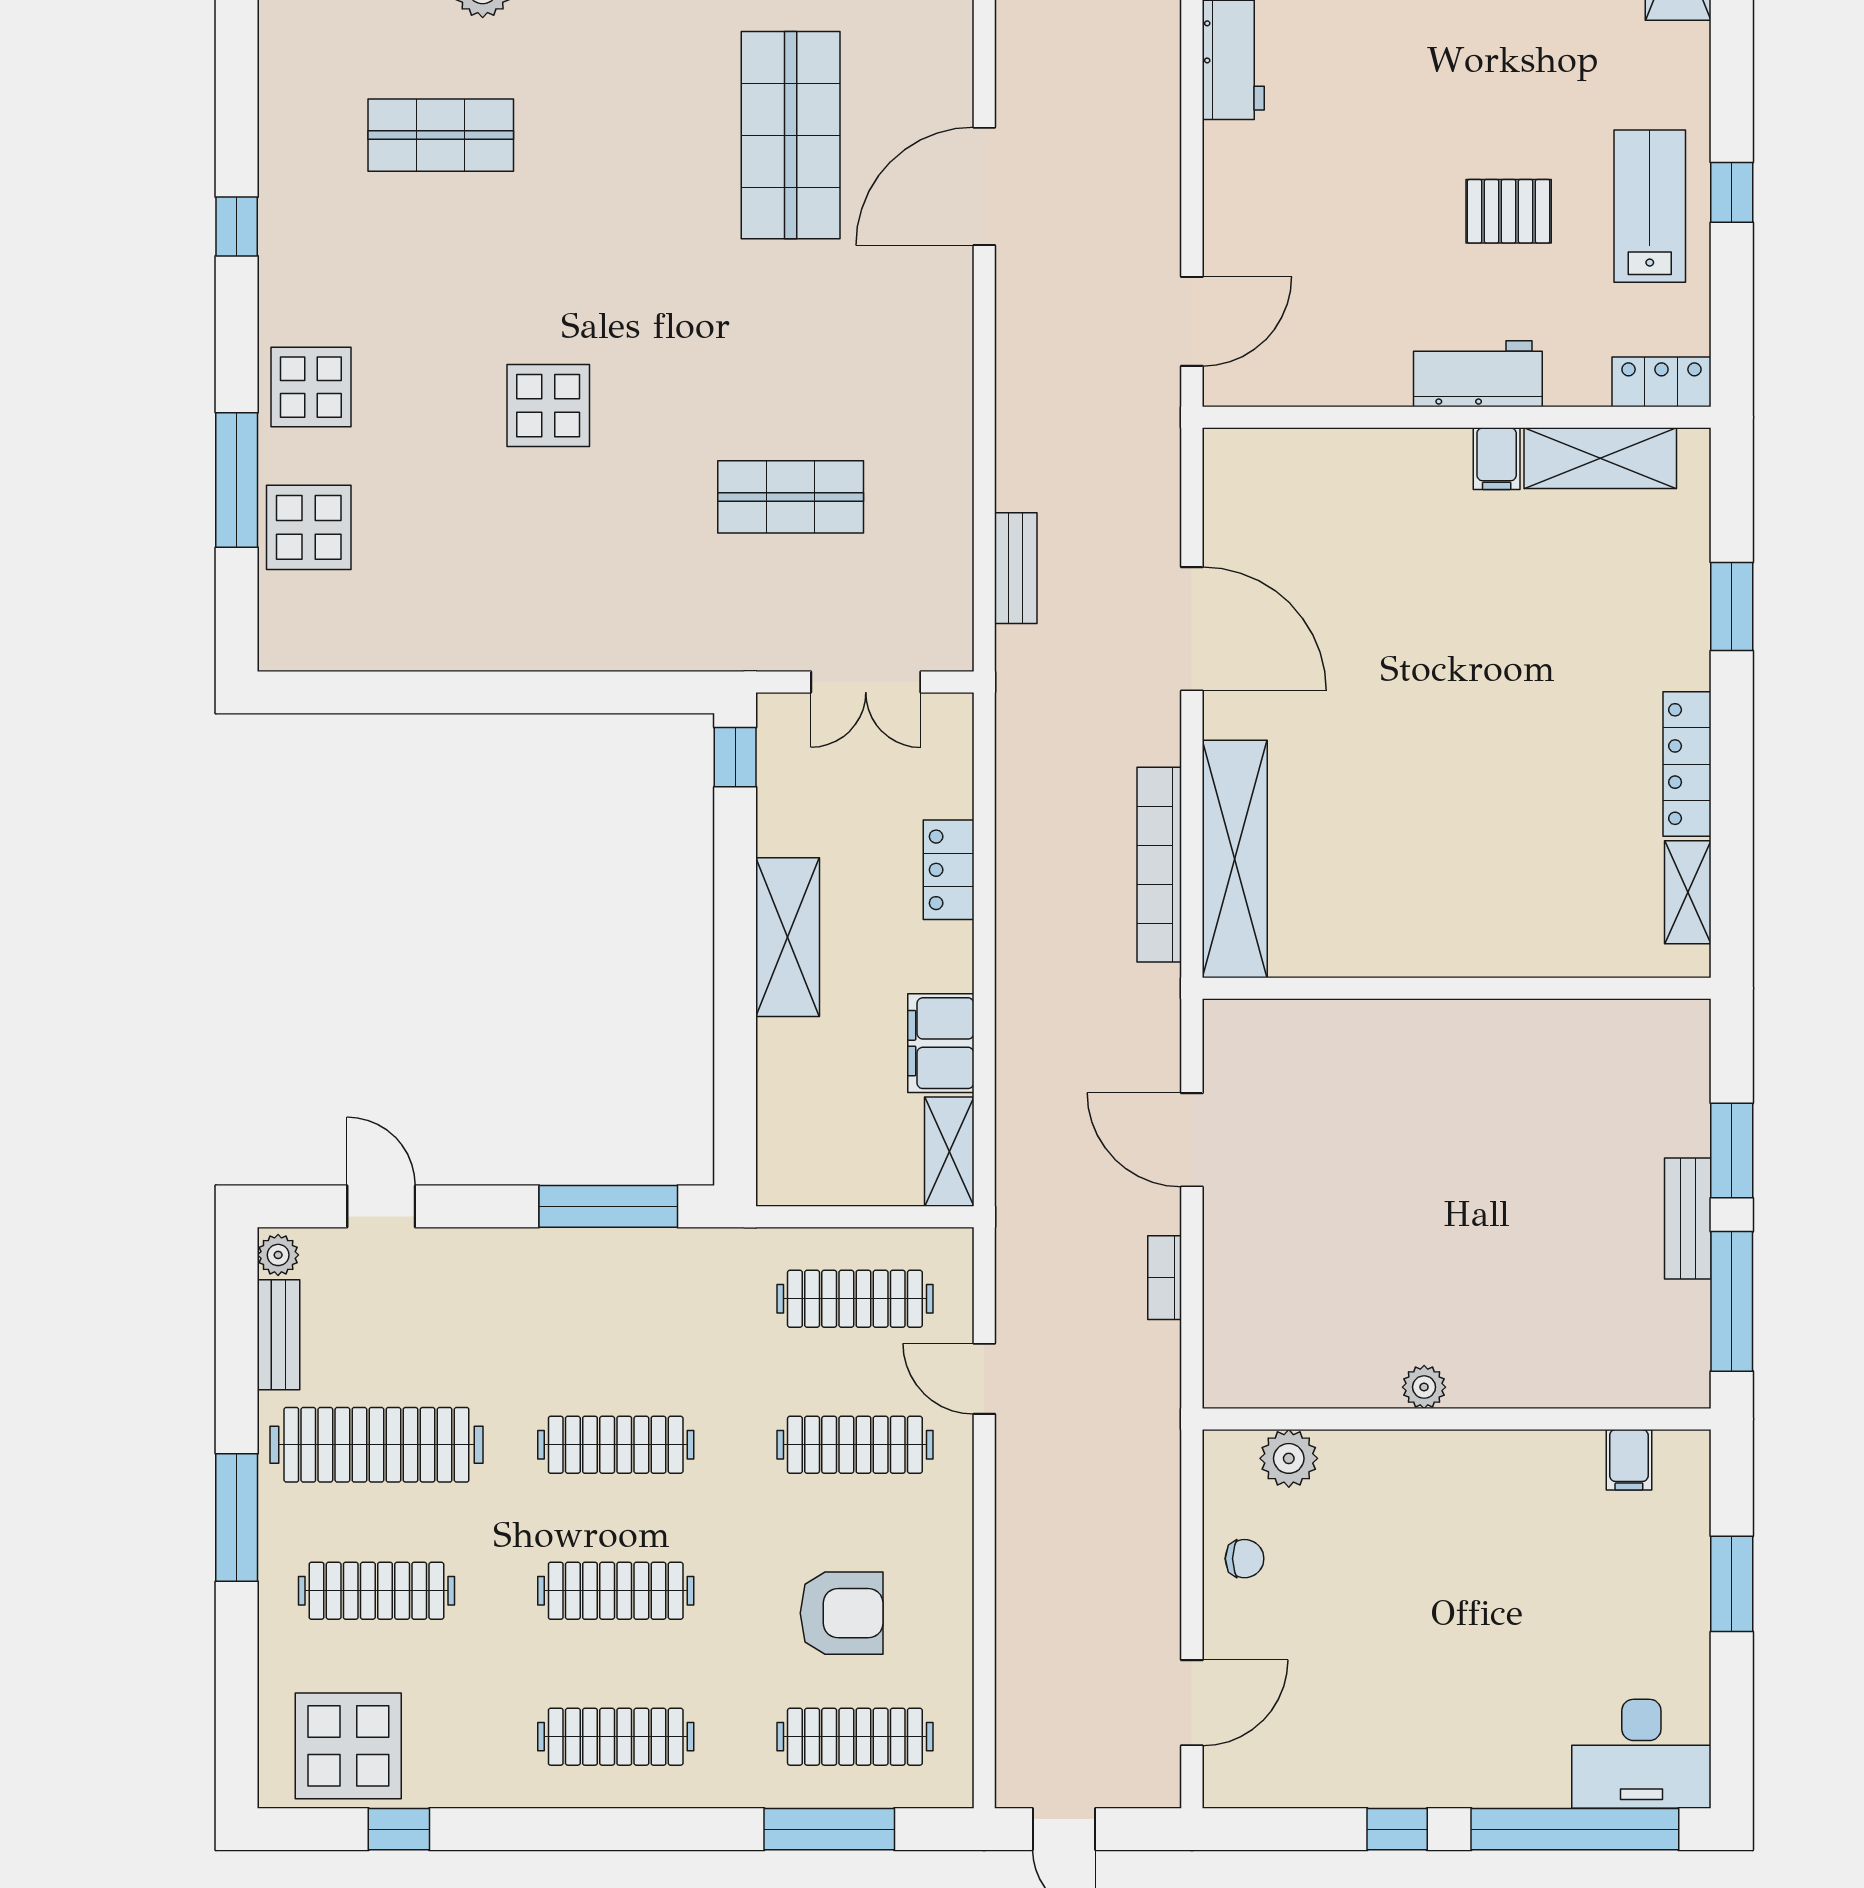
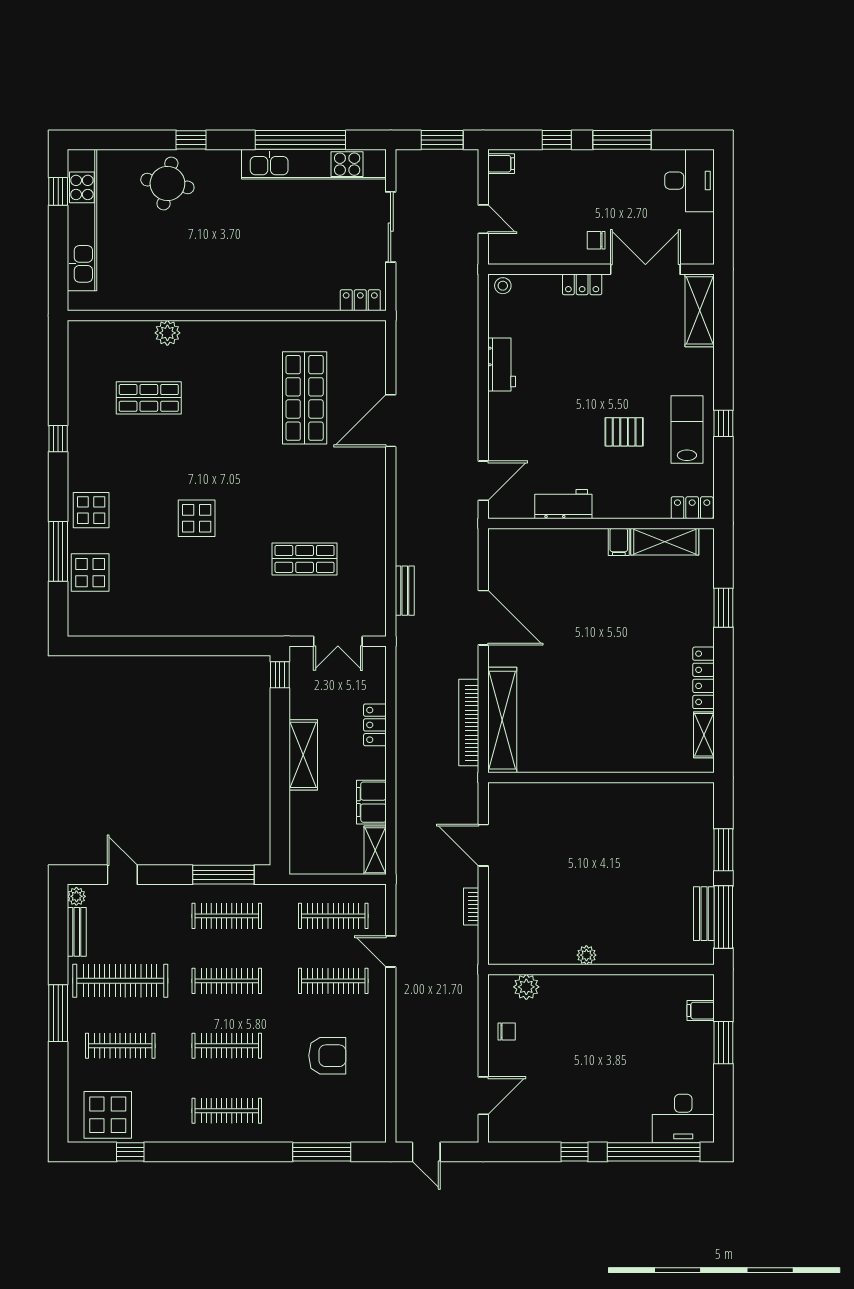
workbench: (1478, 374) -> (563, 504), moved
bench: (1688, 1218) -> (704, 914), moved
filing cabinet: (1629, 1460) -> (701, 1011), moved, turned 90
clothes rail: (855, 1737) -> (227, 916), moved

